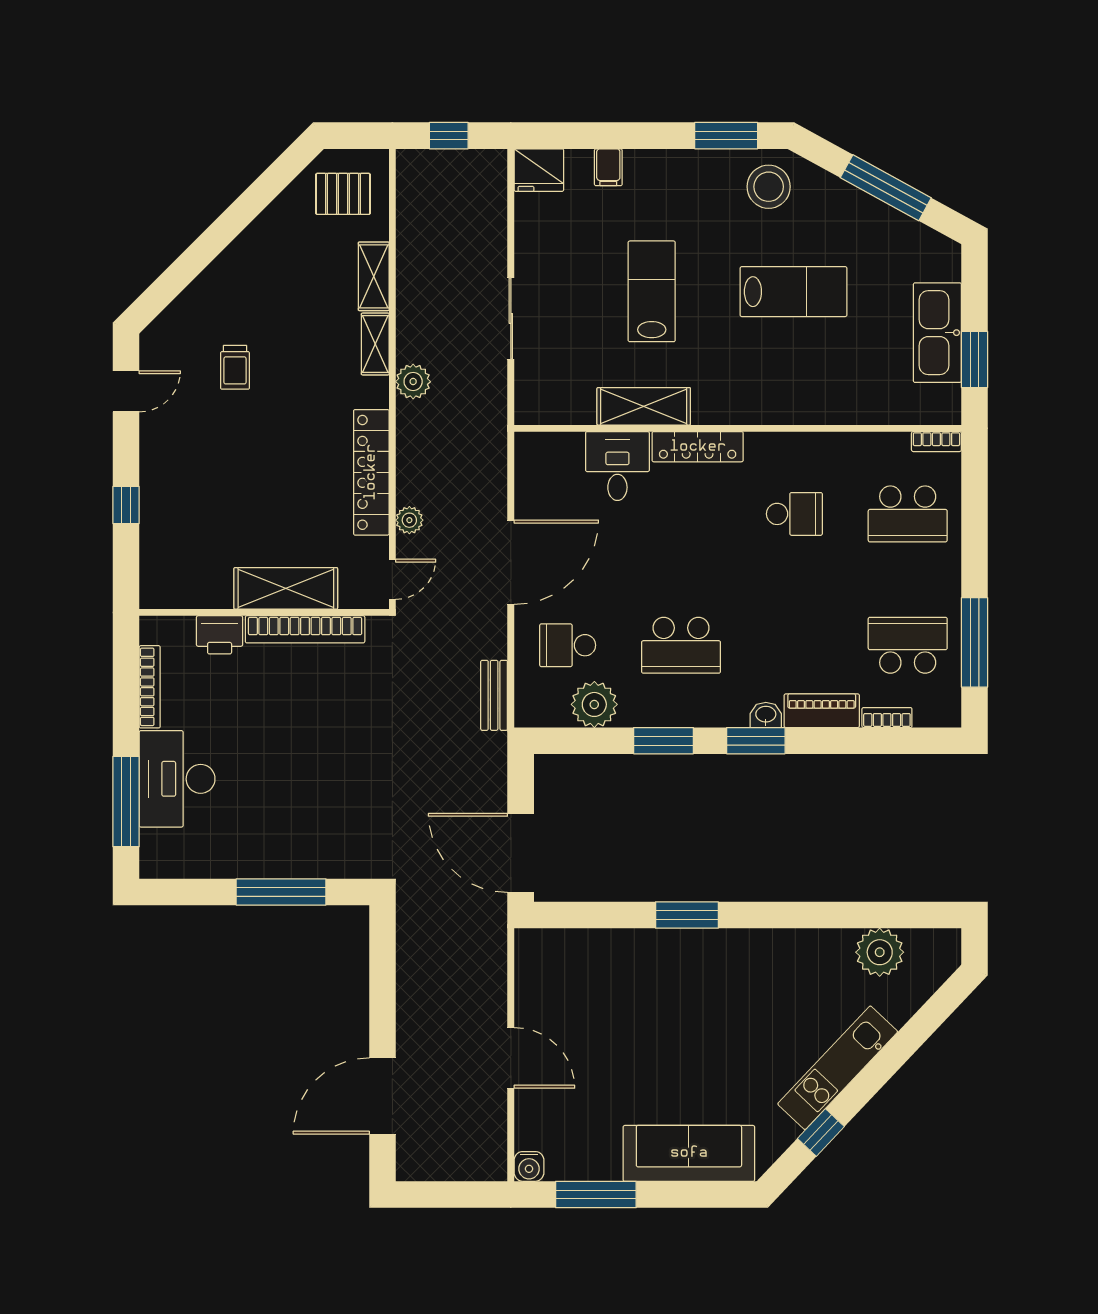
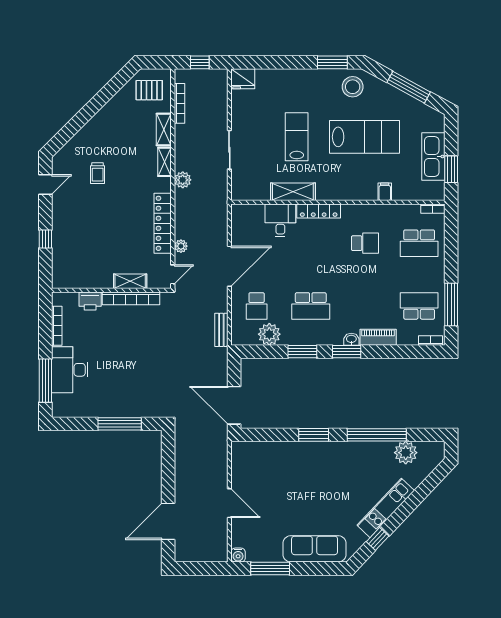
filing cabinet: (608, 167) -> (385, 192), moved, turned 180
bookcase: (406, 221) -> (179, 103), added
lab bench: (793, 292) -> (365, 137), width x1.36, depth x1.39
shelving: (286, 588) -> (130, 281), width x0.67, depth x0.75
school desk: (568, 645) -> (257, 306), turned -90
bookcase: (887, 718) -> (431, 341), moved
window: (819, 915) -> (377, 435), added

